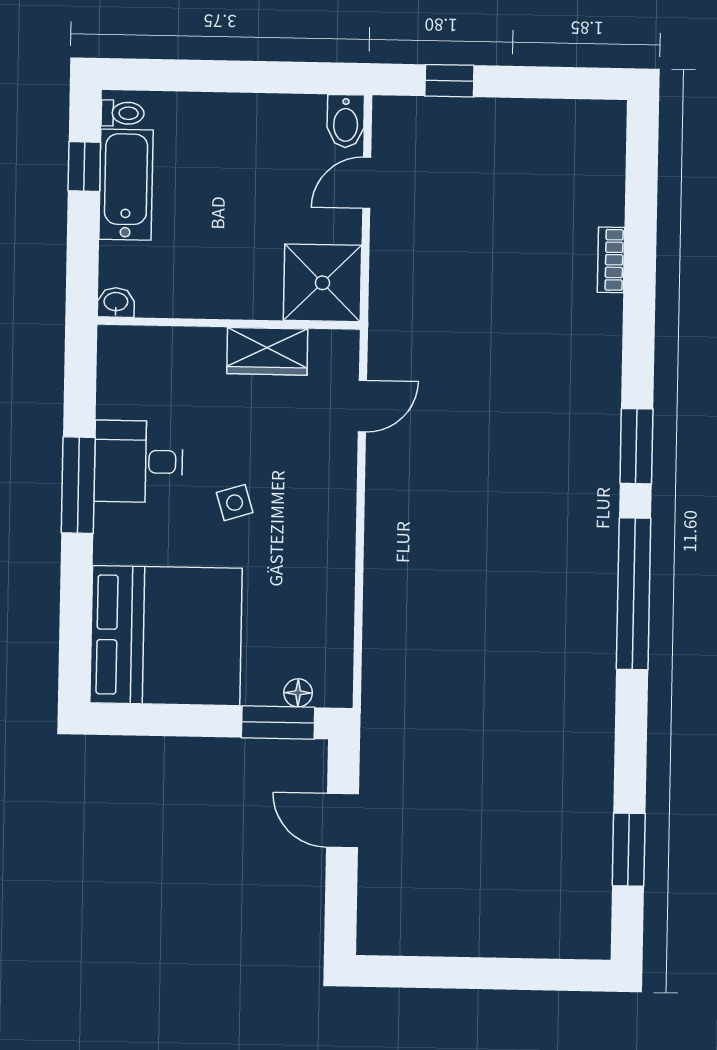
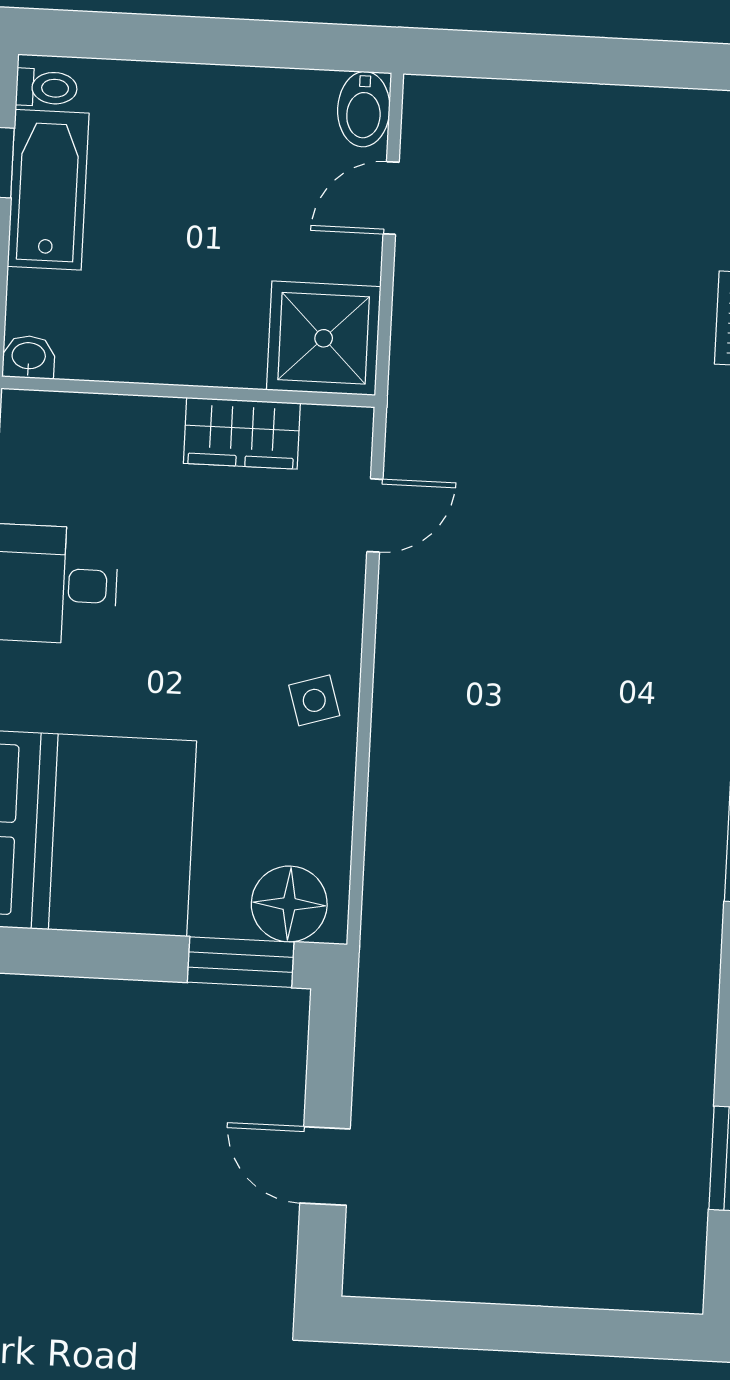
window: (449, 81) -> (513, 56), removed
side table: (235, 503) -> (314, 700), moved
floor lamp: (298, 693) -> (289, 904), width x1.89, depth x1.89
door: (343, 821) -> (325, 1166), moved

